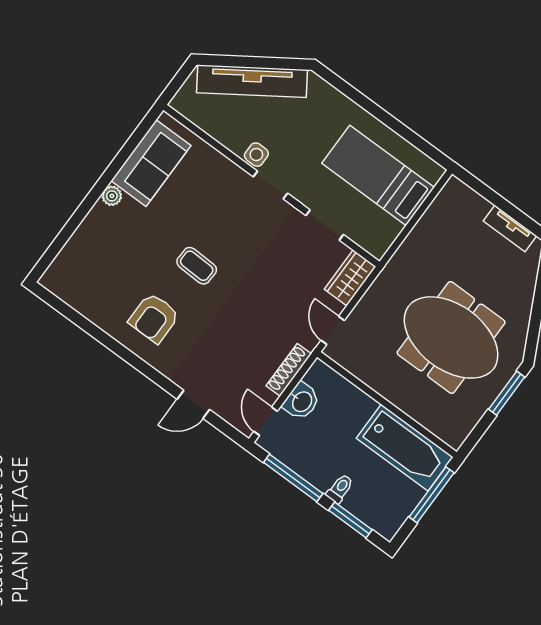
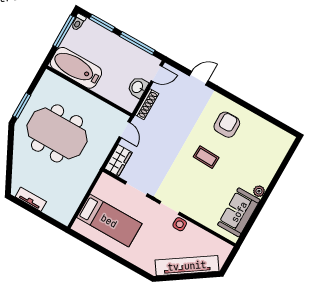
door: (266, 421) -> (157, 73), hinge flipped
toilet: (340, 489) -> (78, 22), moved
window: (432, 495) -> (64, 31), moved

